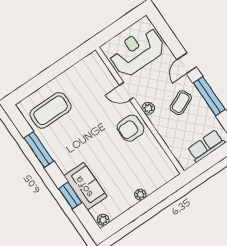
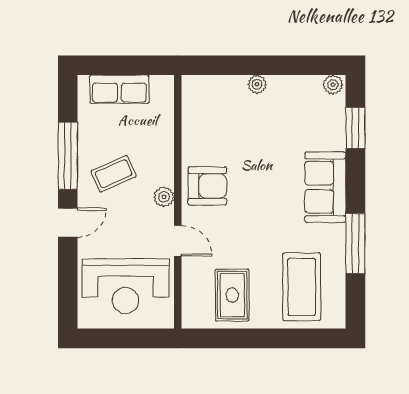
rug: (82, 83) -> (232, 295), added
coffee table: (51, 110) -> (302, 287), turned 90
sofa: (85, 186) -> (325, 187), moved
window: (70, 196) -> (355, 128), moved

